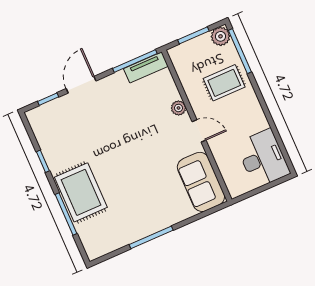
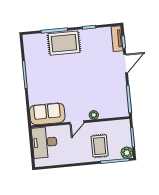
tv unit: (146, 67) -> (117, 39), moved
door: (81, 85) -> (126, 64), hinge flipped
desk: (263, 158) -> (45, 142), moved, turned 90

